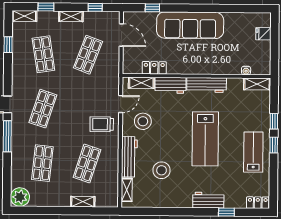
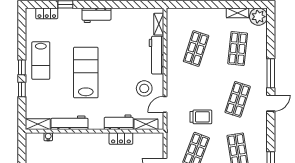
locker: (154, 68) -> (121, 138), moved
workbench: (207, 85) -> (70, 123), moved
trolley: (102, 124) -> (201, 117), moved
stool: (162, 170) -> (126, 43), removed
workbench: (208, 200) -> (96, 15), moved
shelving: (83, 202) -> (237, 13), moved
locker: (258, 203) -> (47, 13), moved

